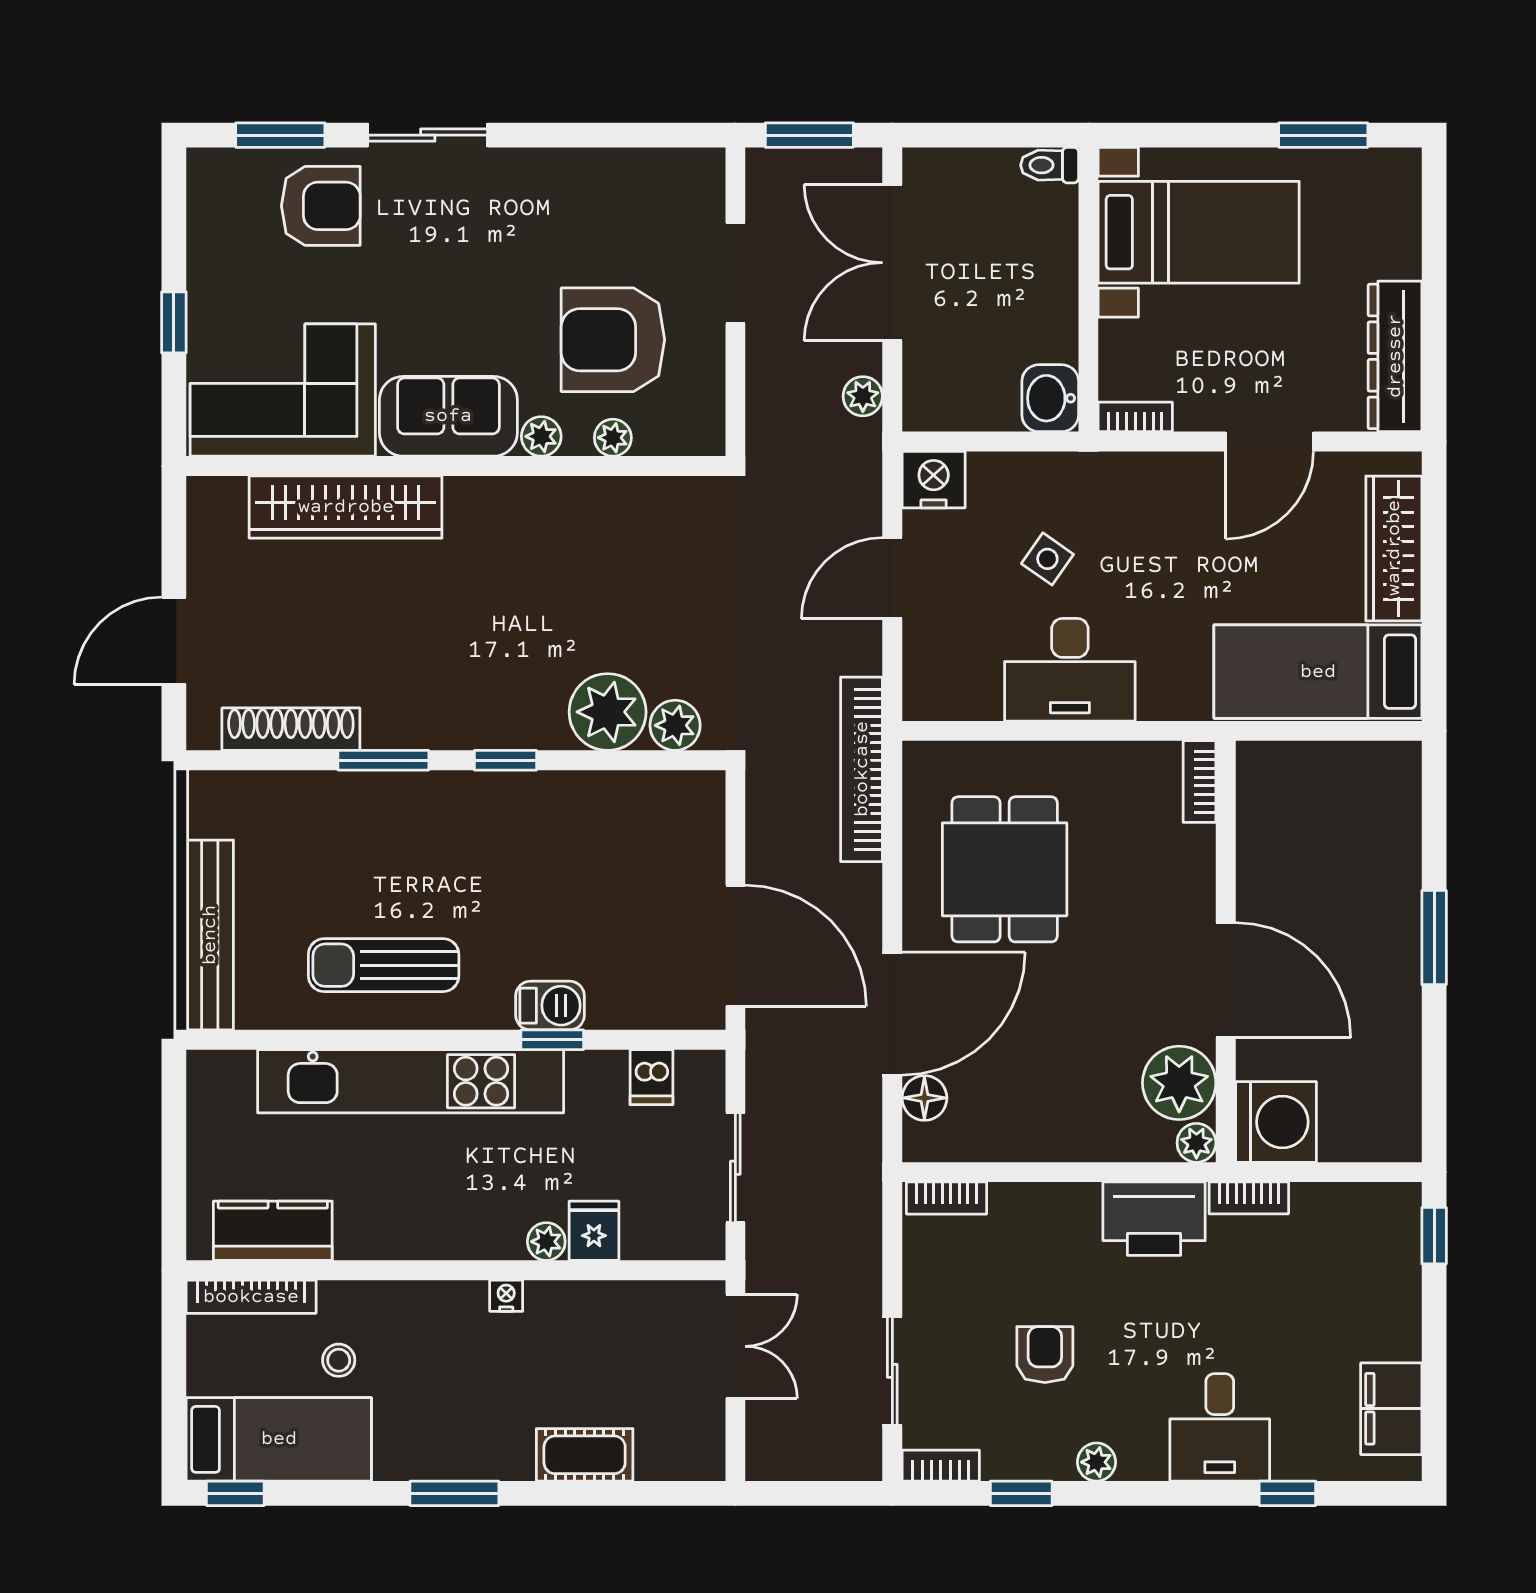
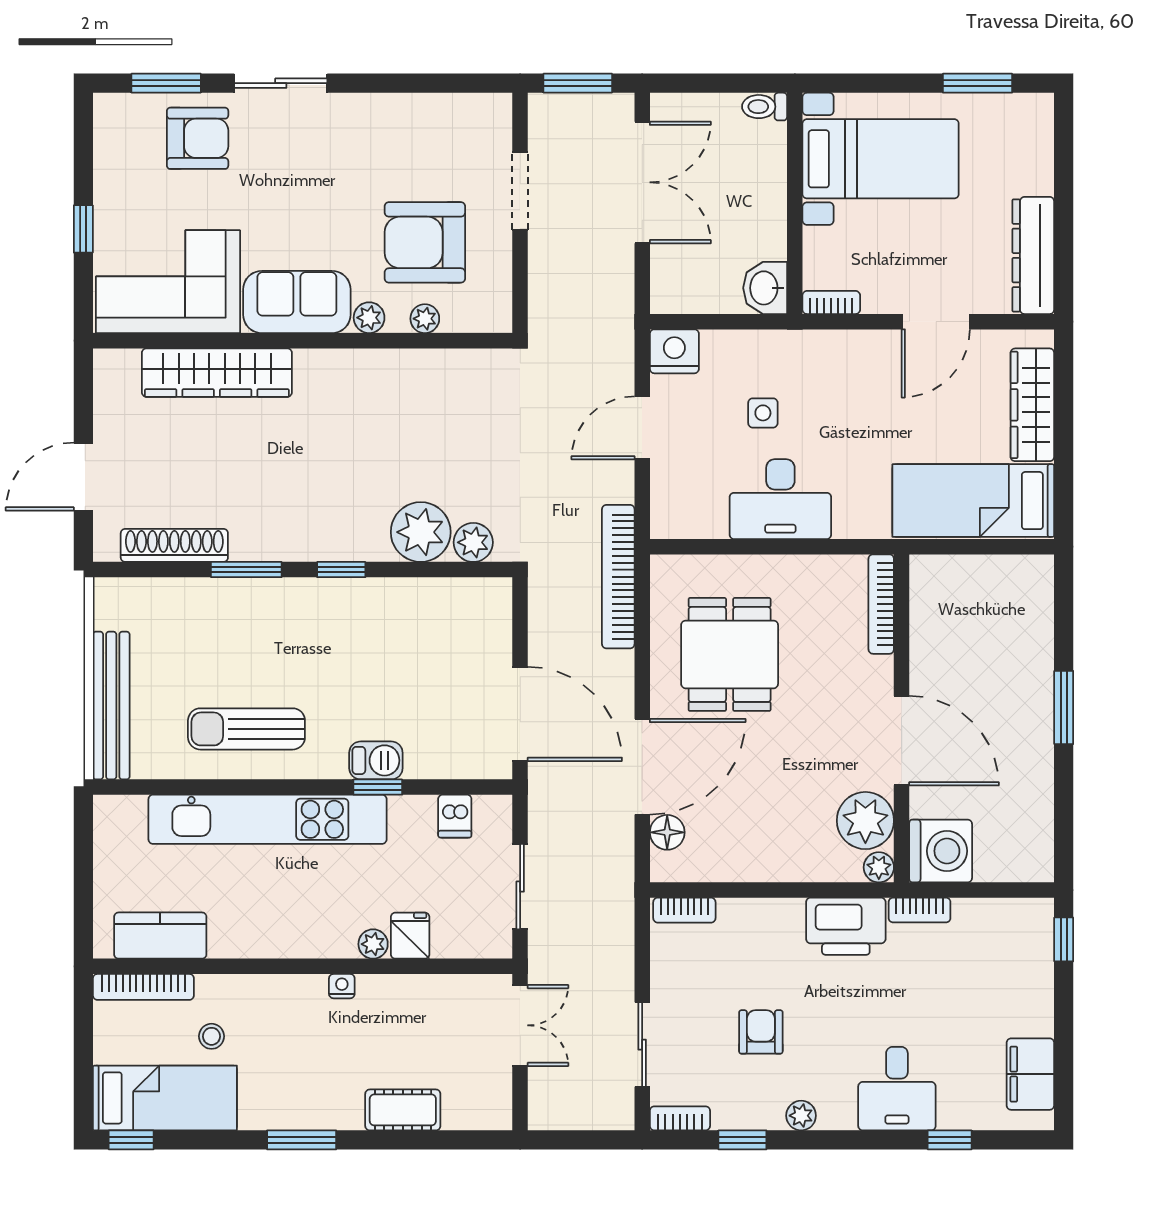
double door: (892, 263) -> (642, 182), swing flipped
plant: (863, 396) -> (619, 286), removed
side table: (1047, 559) -> (763, 413), turned -35
bookcase: (1200, 782) -> (881, 604), width x1.56

